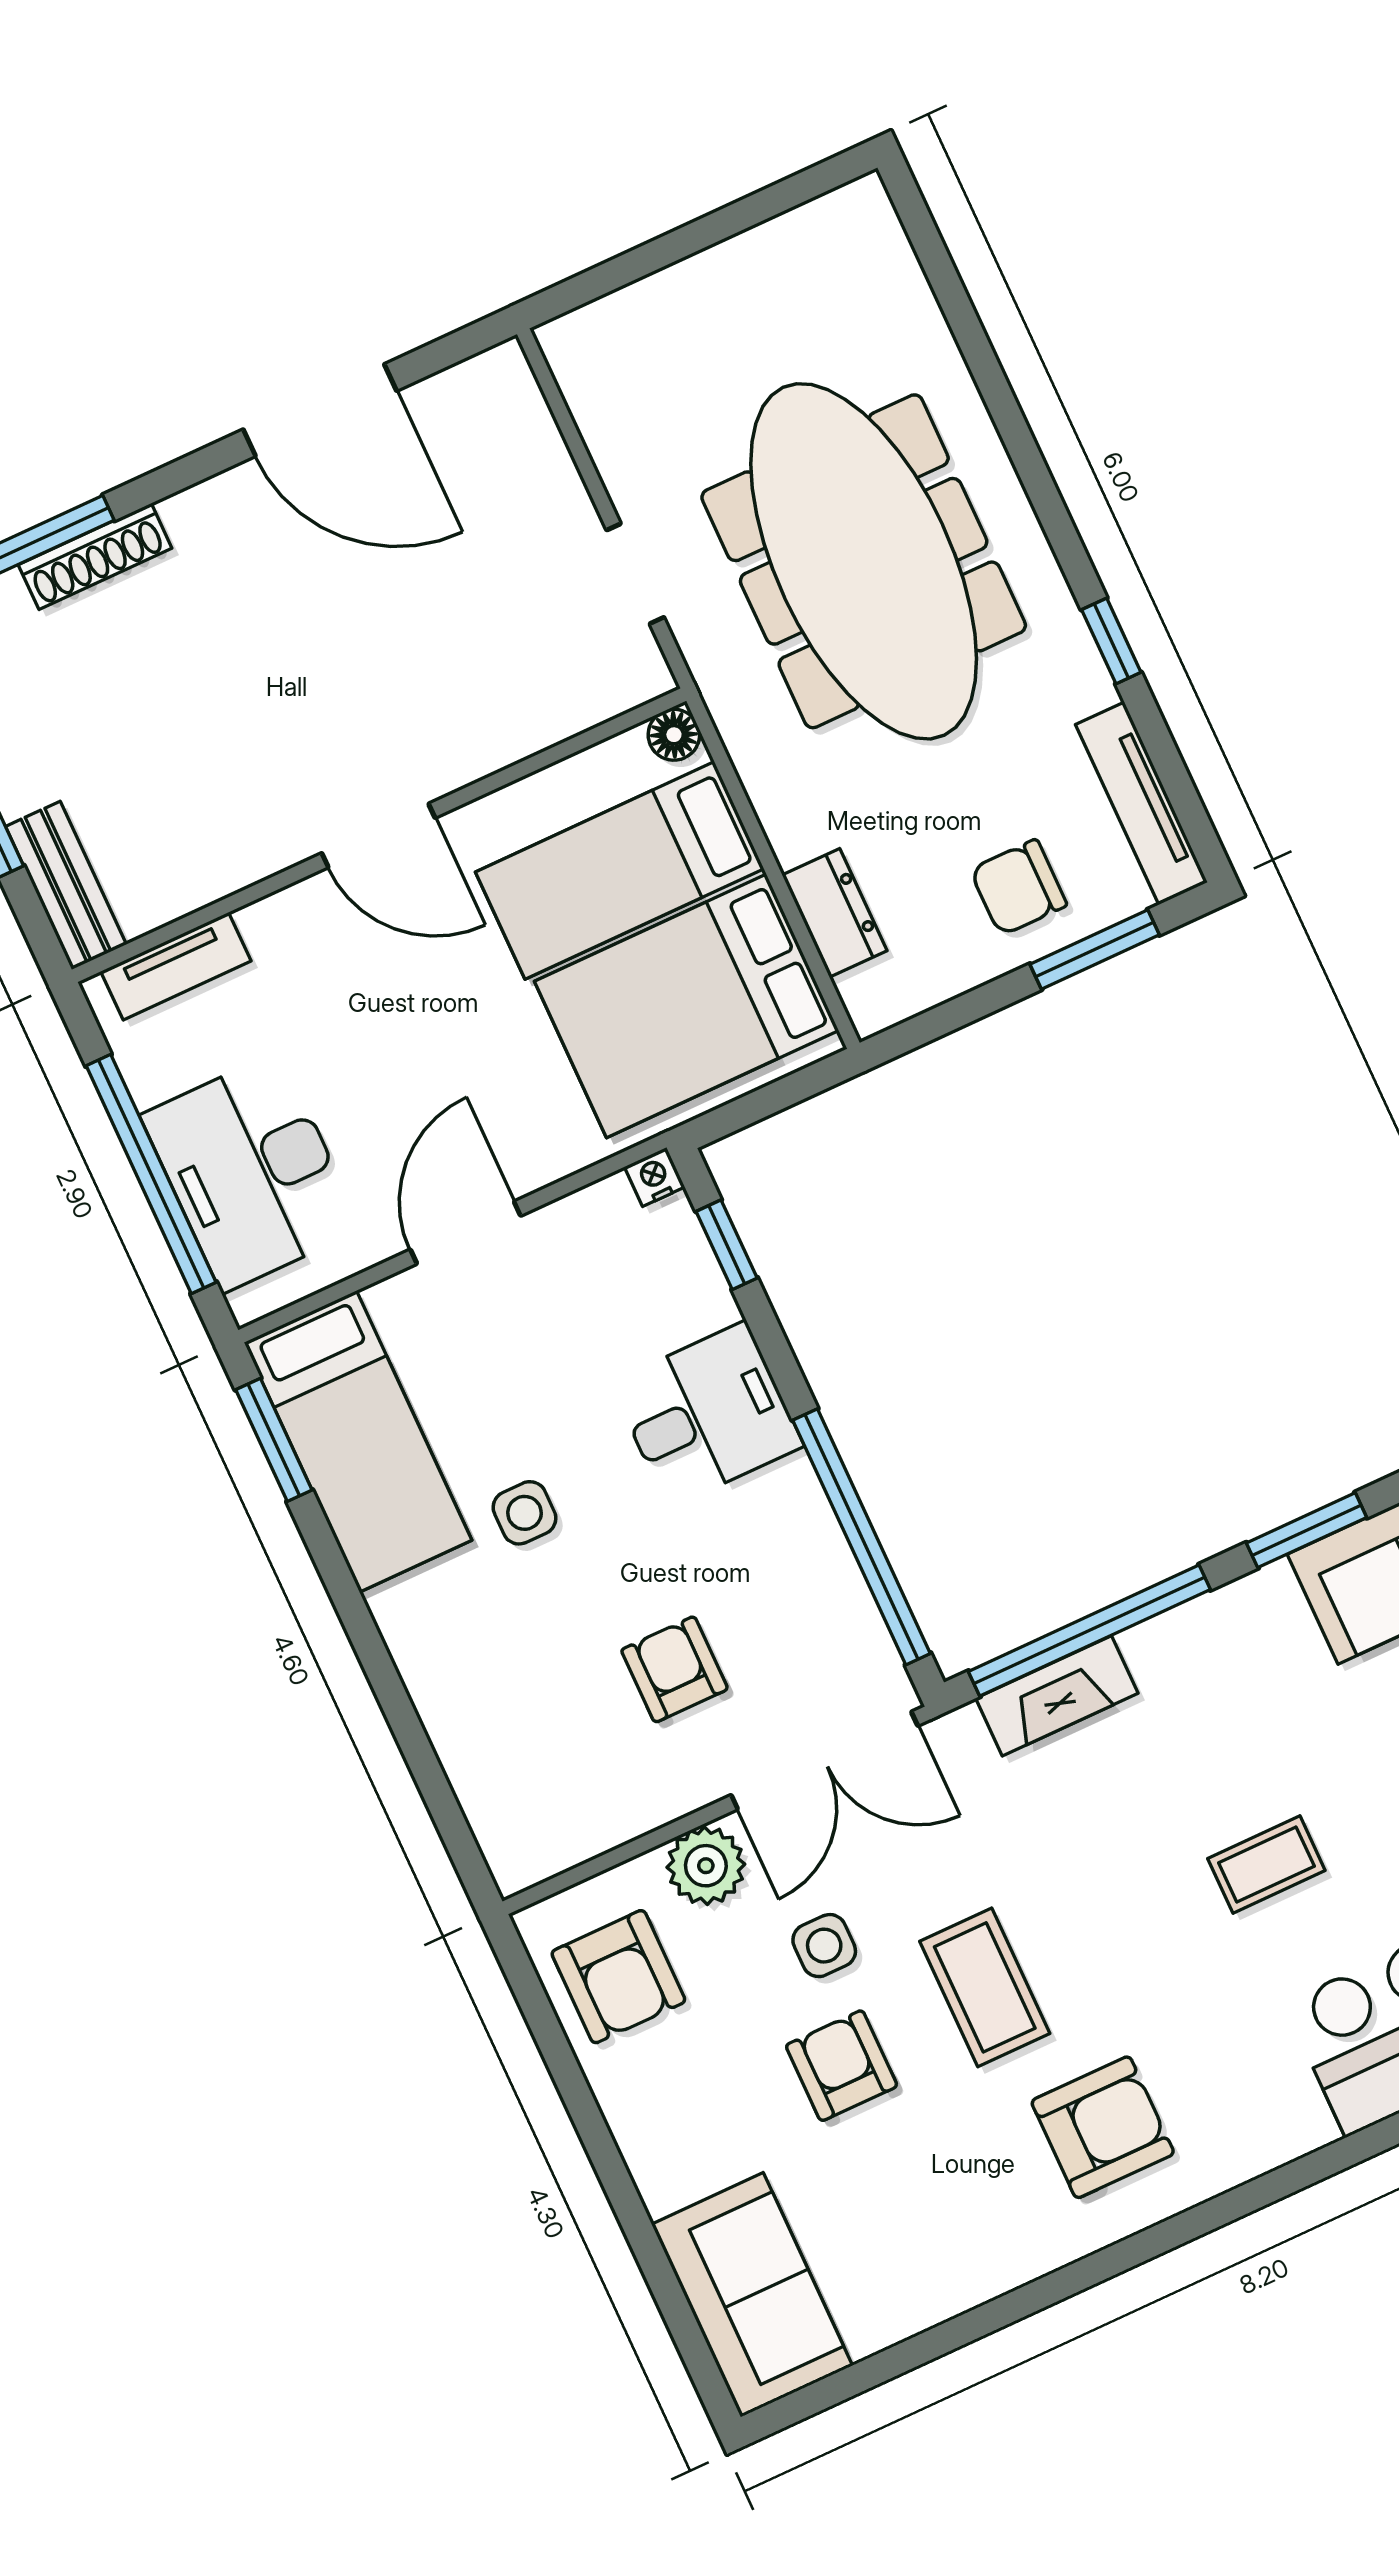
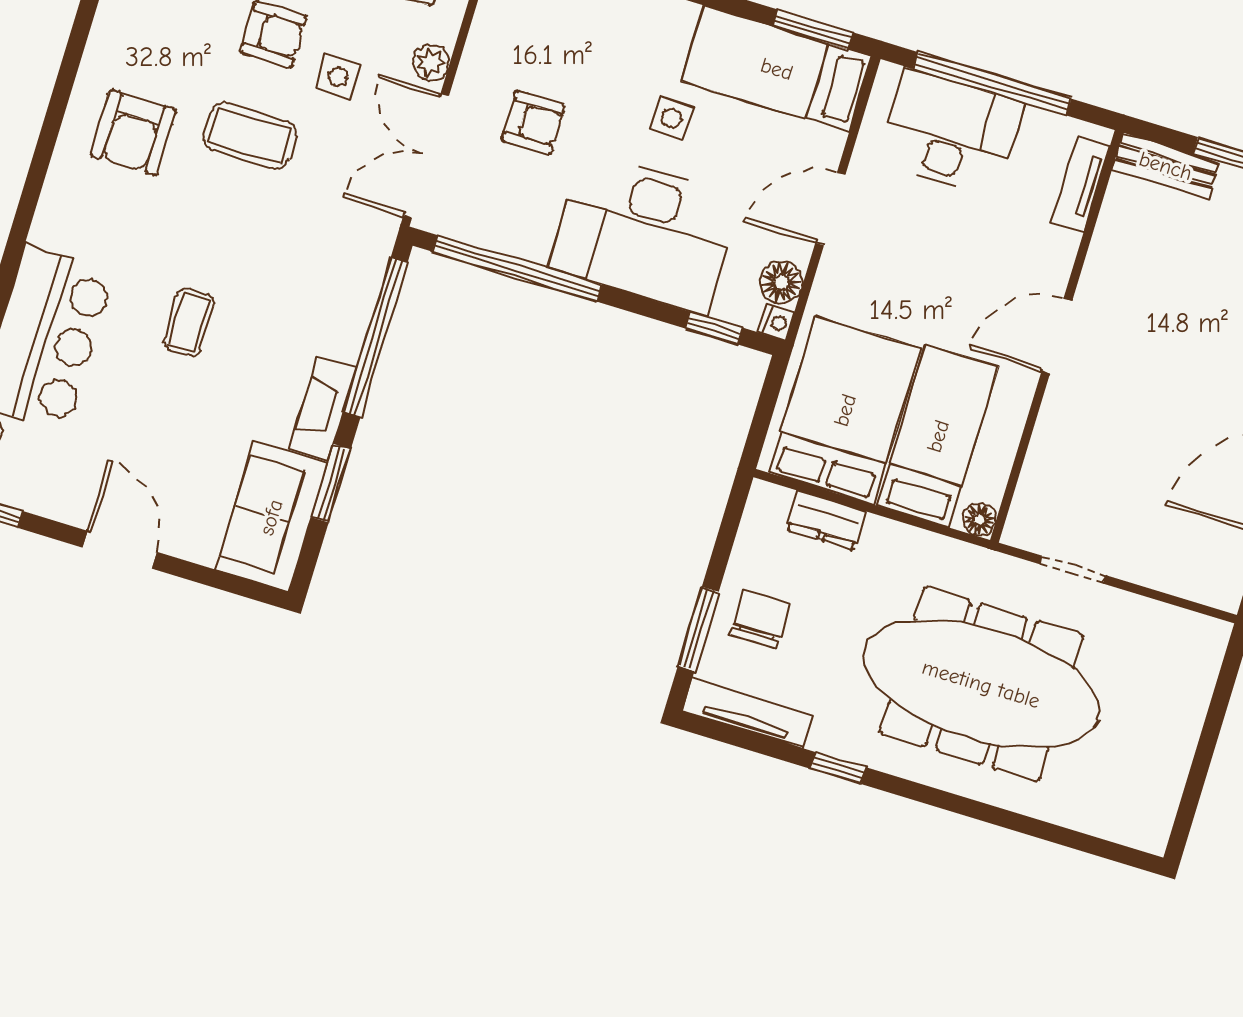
floor lamp: (603, 1214) -> (781, 282), added
door: (466, 1233) -> (830, 209), swing flipped
desk: (707, 1414) -> (645, 233), width x1.87, depth x1.30
fireplace: (1057, 1696) -> (323, 409), moved
plant: (706, 1866) -> (431, 63), width x0.73, depth x0.73

